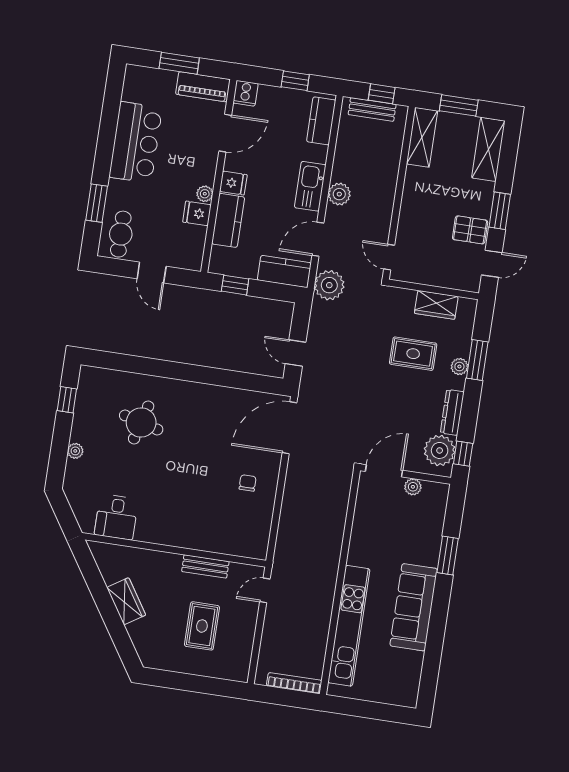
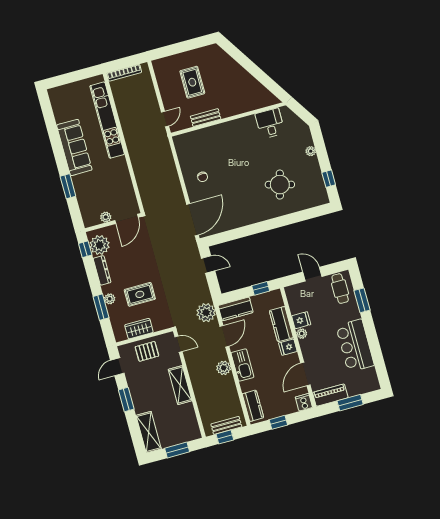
shelving: (422, 137) -> (180, 385), moved
pallet: (470, 230) -> (147, 351), moved
wardrobe: (126, 601) -> (243, 77), removed

